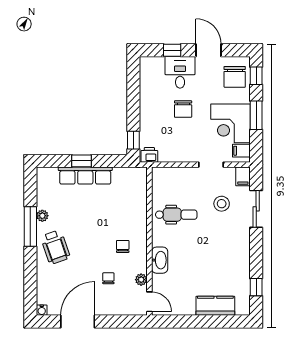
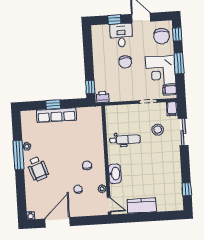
kitchen counter: (215, 306) -> (142, 206), moved

